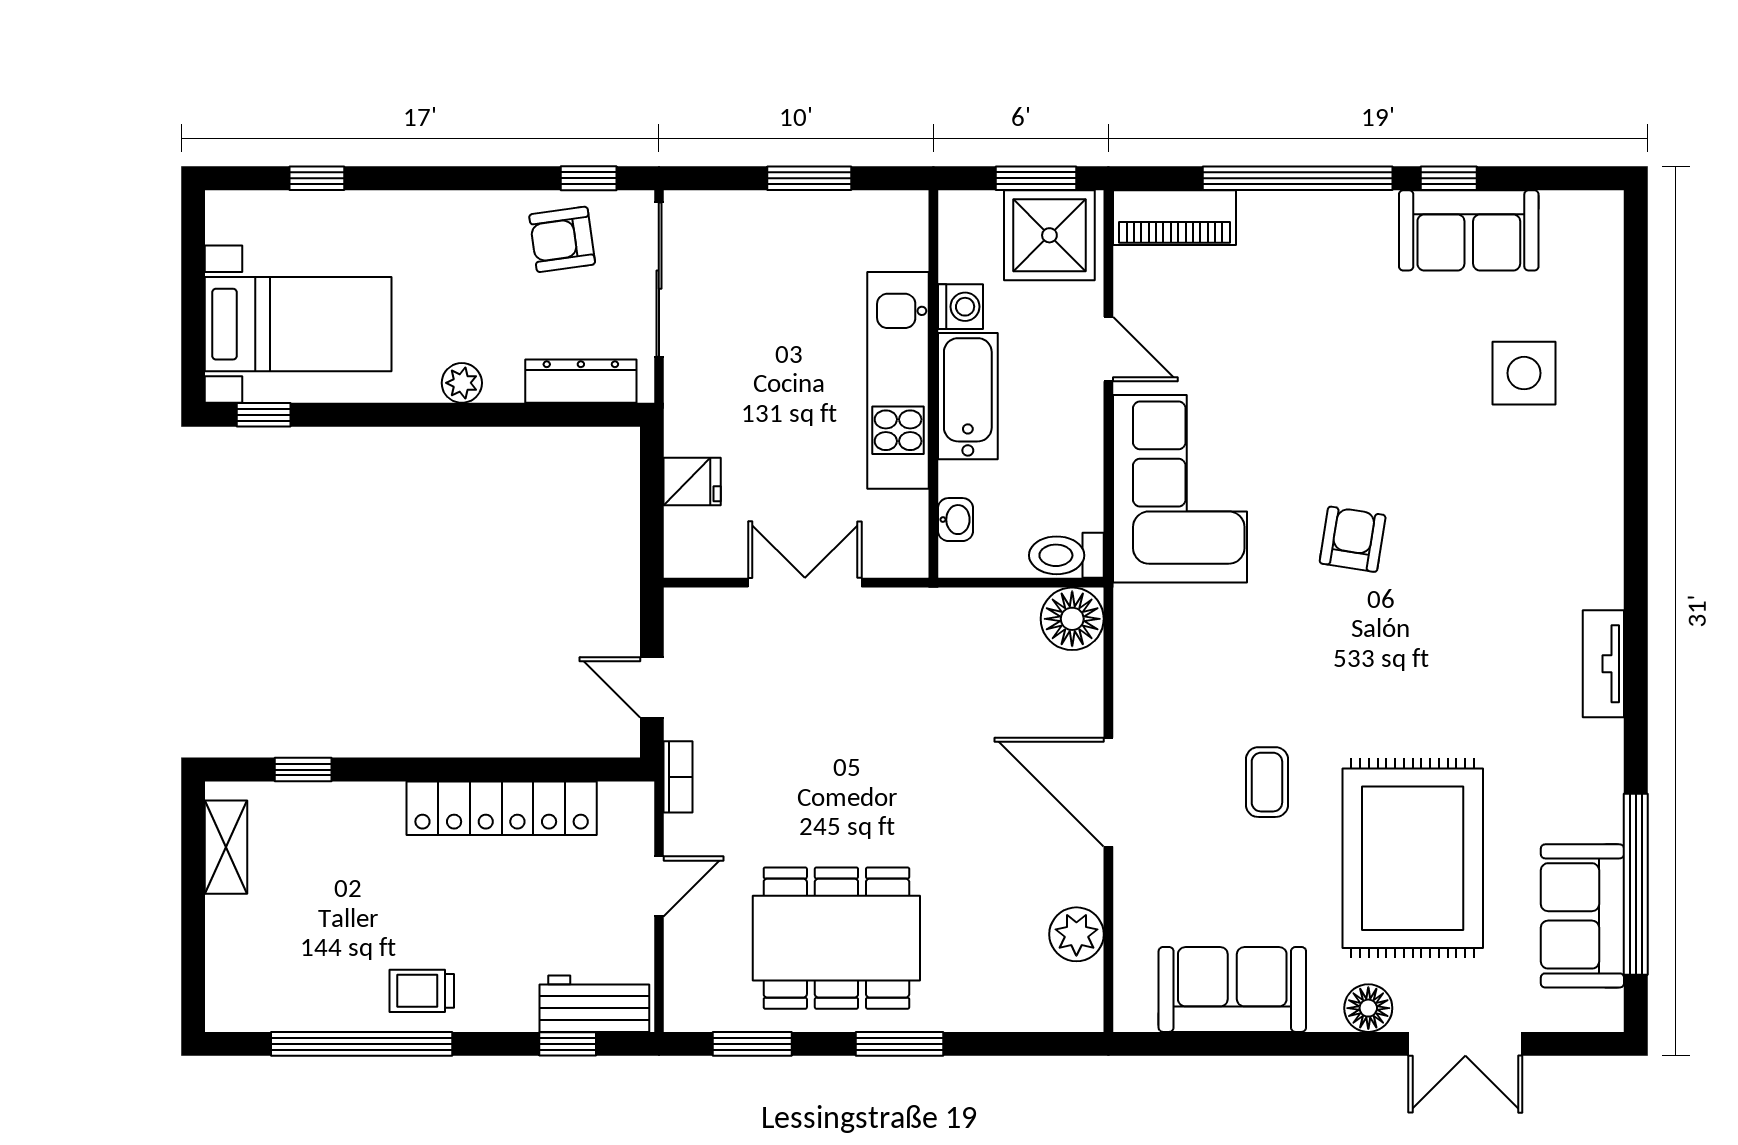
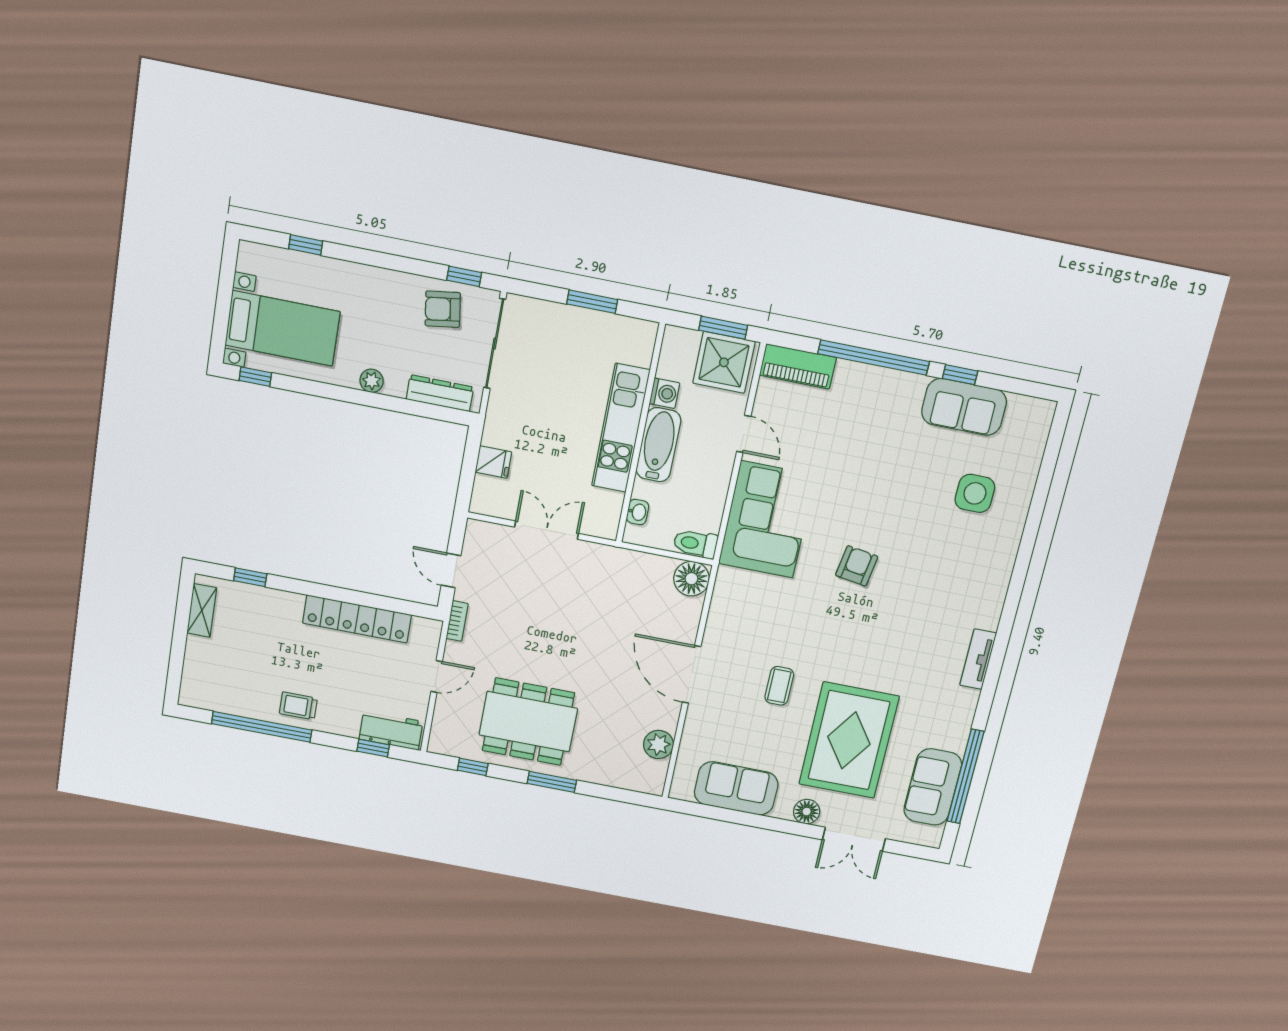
window: (752, 1044) -> (473, 767), width x0.67

